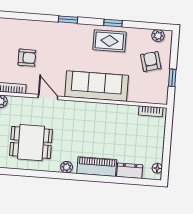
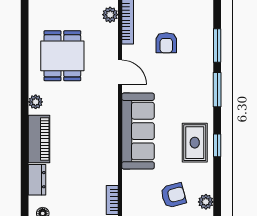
window: (32, 17) -> (217, 45), added
window: (68, 20) -> (217, 90), width x1.50
door: (48, 97) -> (120, 72), hinge flipped

